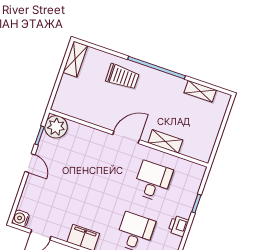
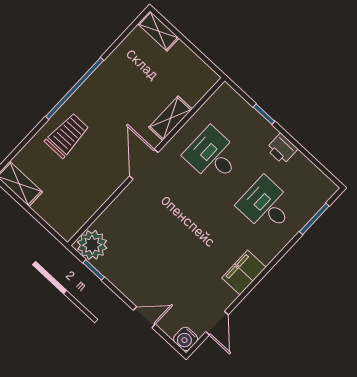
shelving: (200, 91) -> (158, 31), moved, turned 90
door: (30, 163) -> (144, 317), moved

